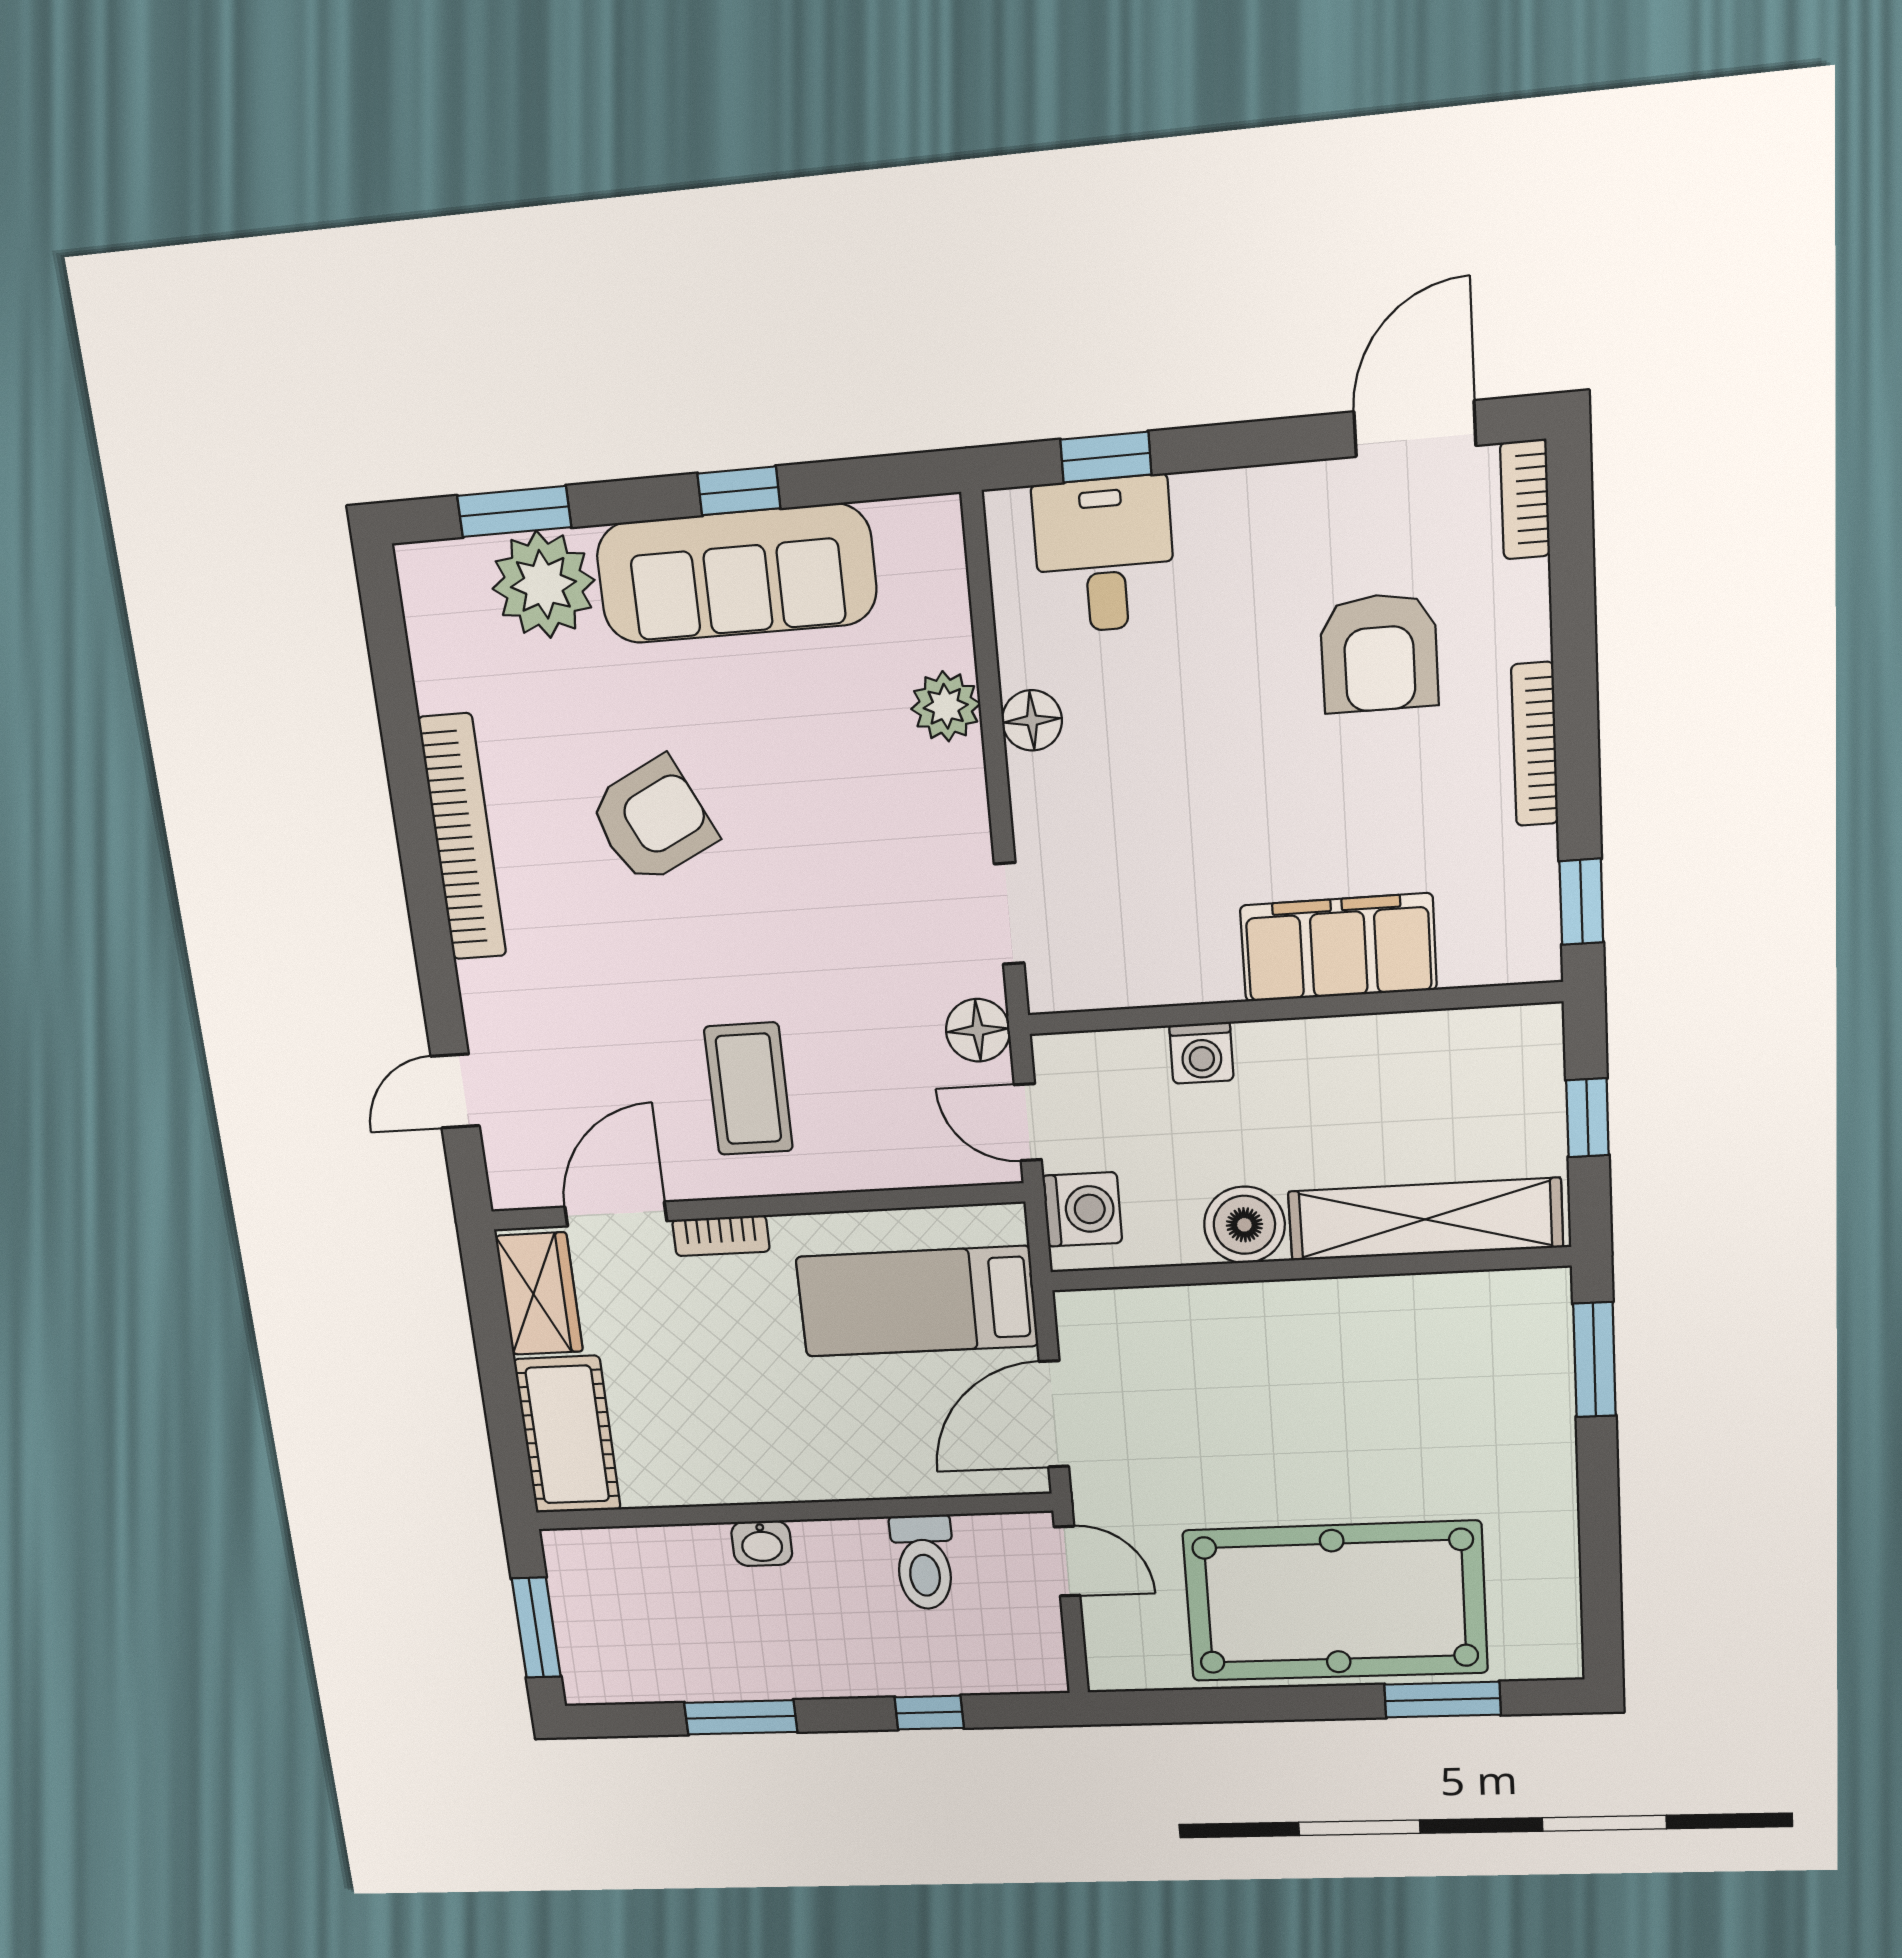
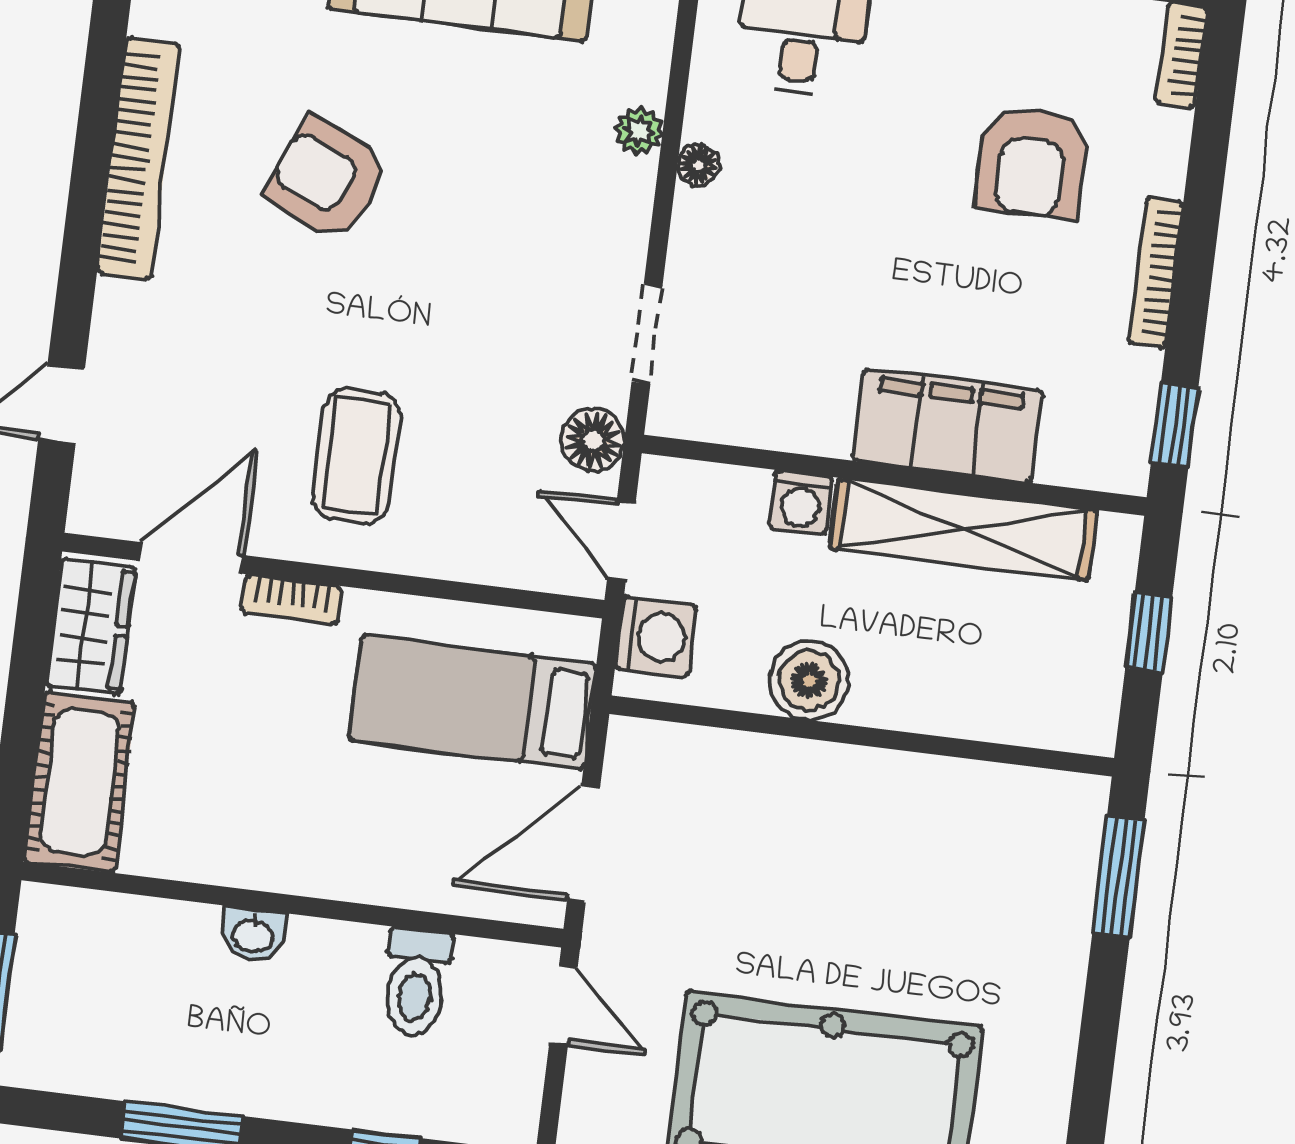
plant: (946, 706) -> (639, 131), width x0.73, depth x0.73
floor lamp: (1032, 720) -> (698, 165), width x0.73, depth x0.73
armchair: (652, 821) -> (328, 179), turned -130
shelving: (1425, 1219) -> (963, 529), moved

